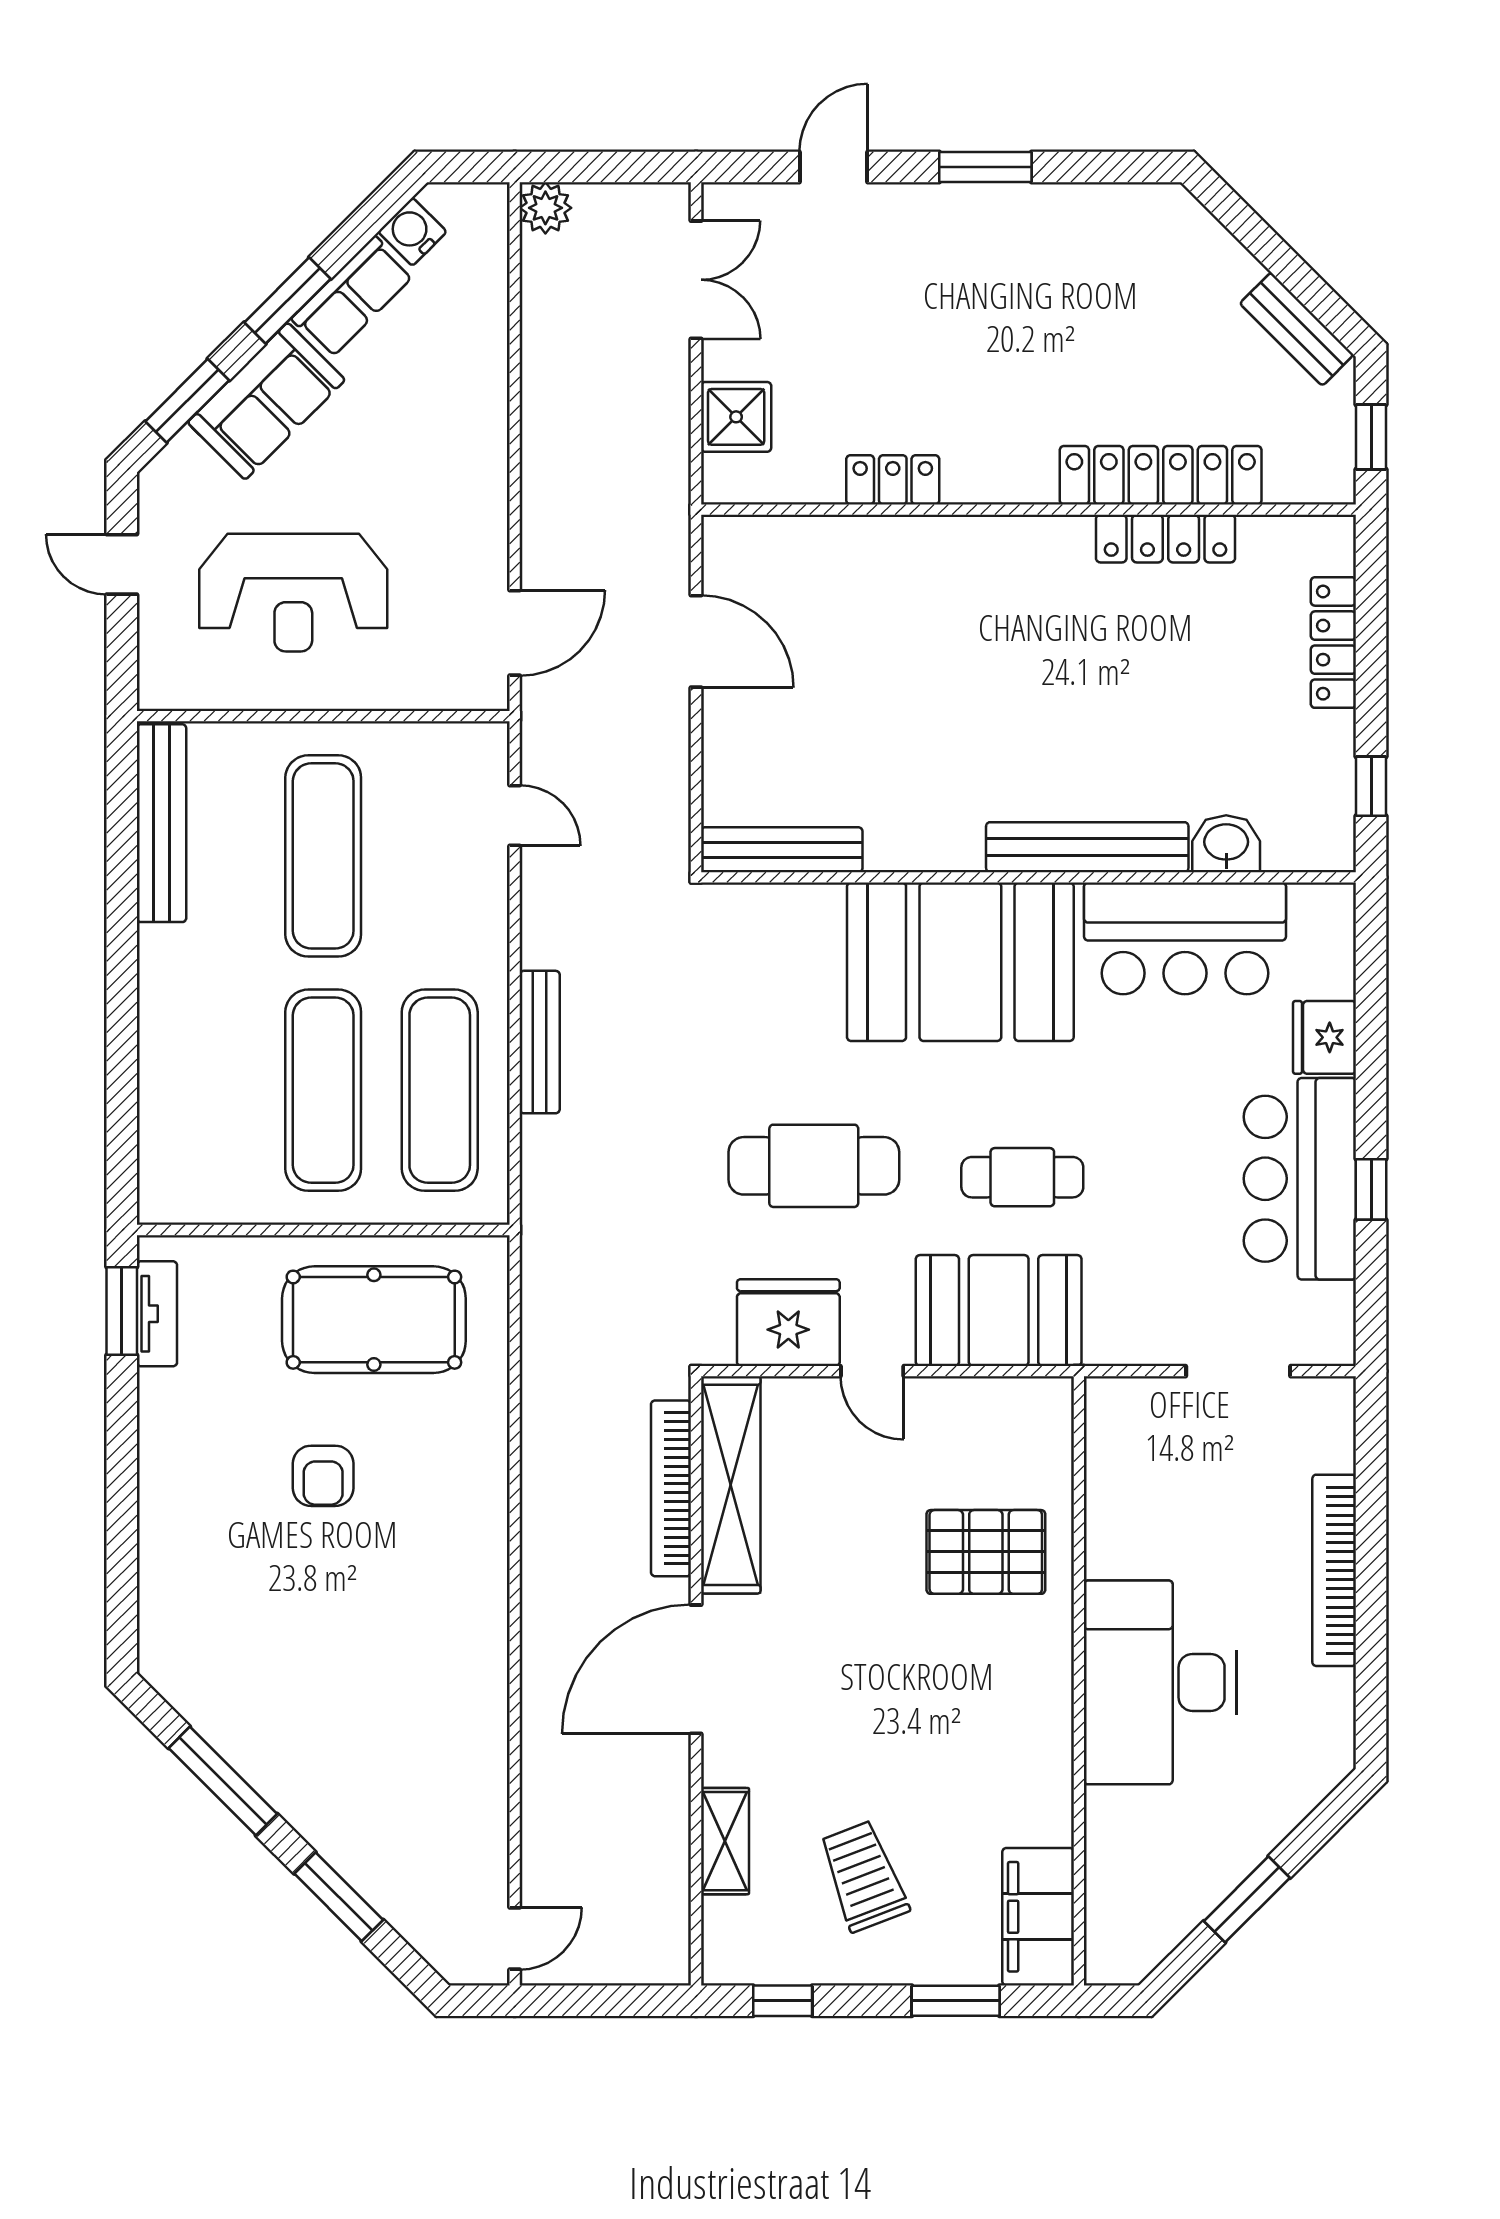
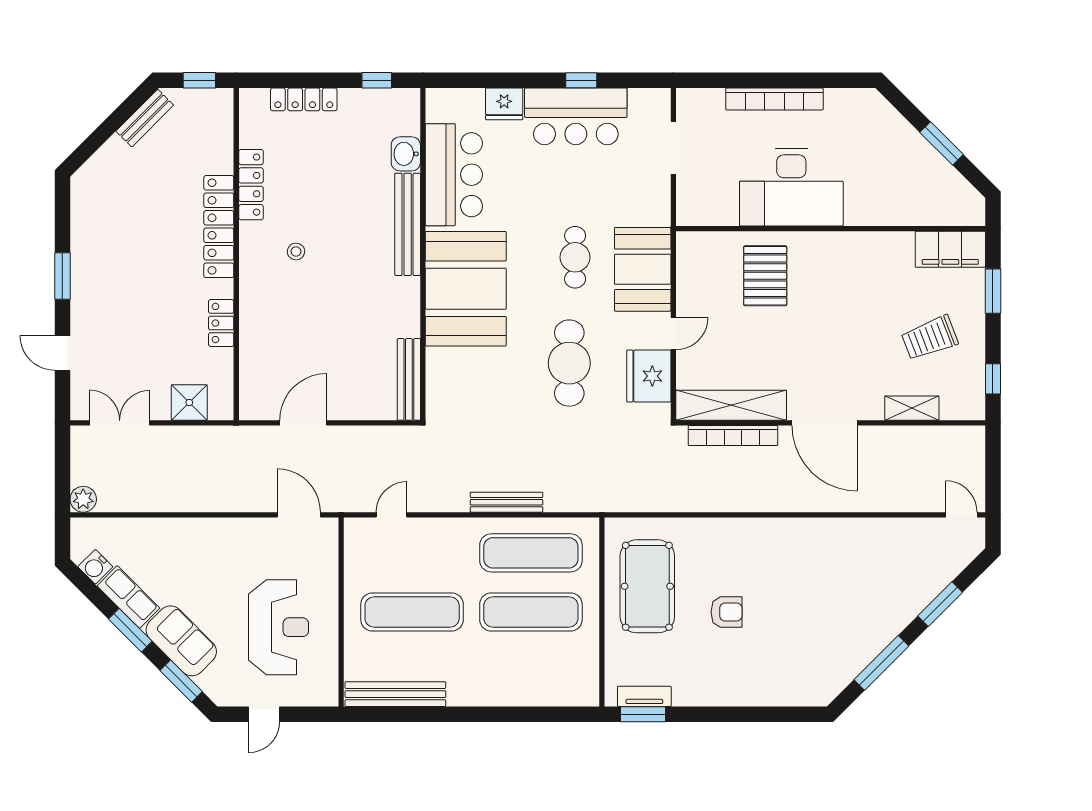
locker: (1161, 475) -> (219, 227), moved
stool: (1034, 627) -> (296, 251), added
desk: (1160, 1682) -> (791, 187), moved

